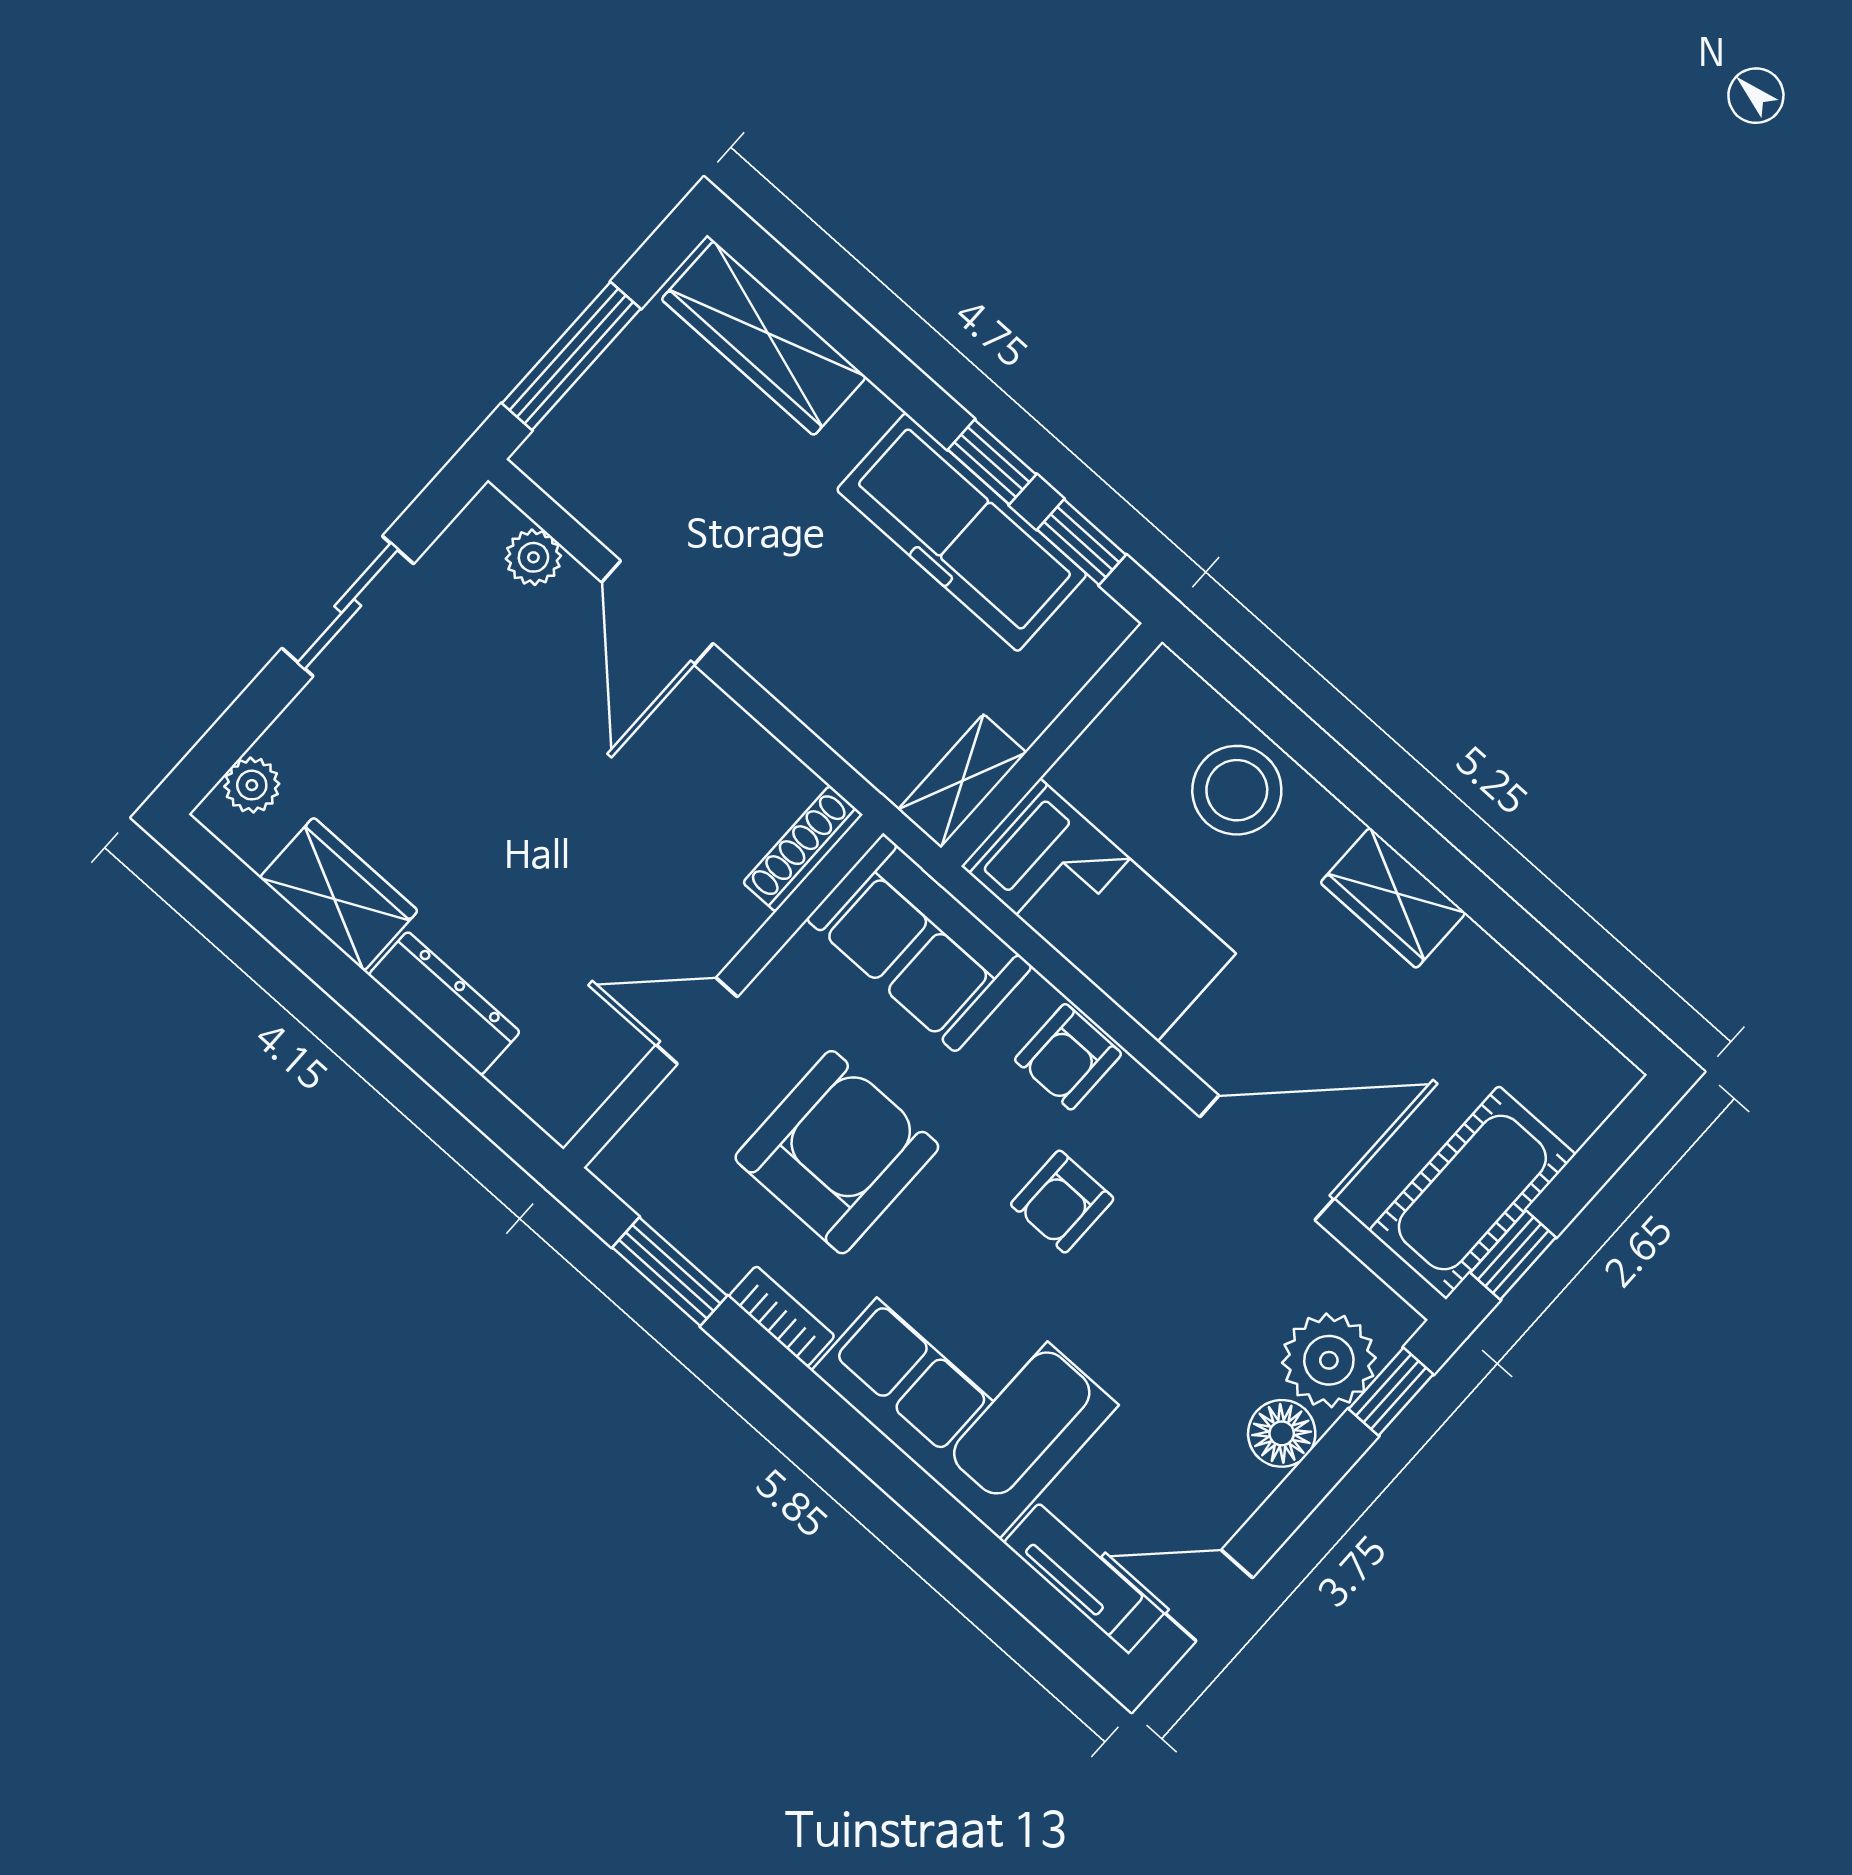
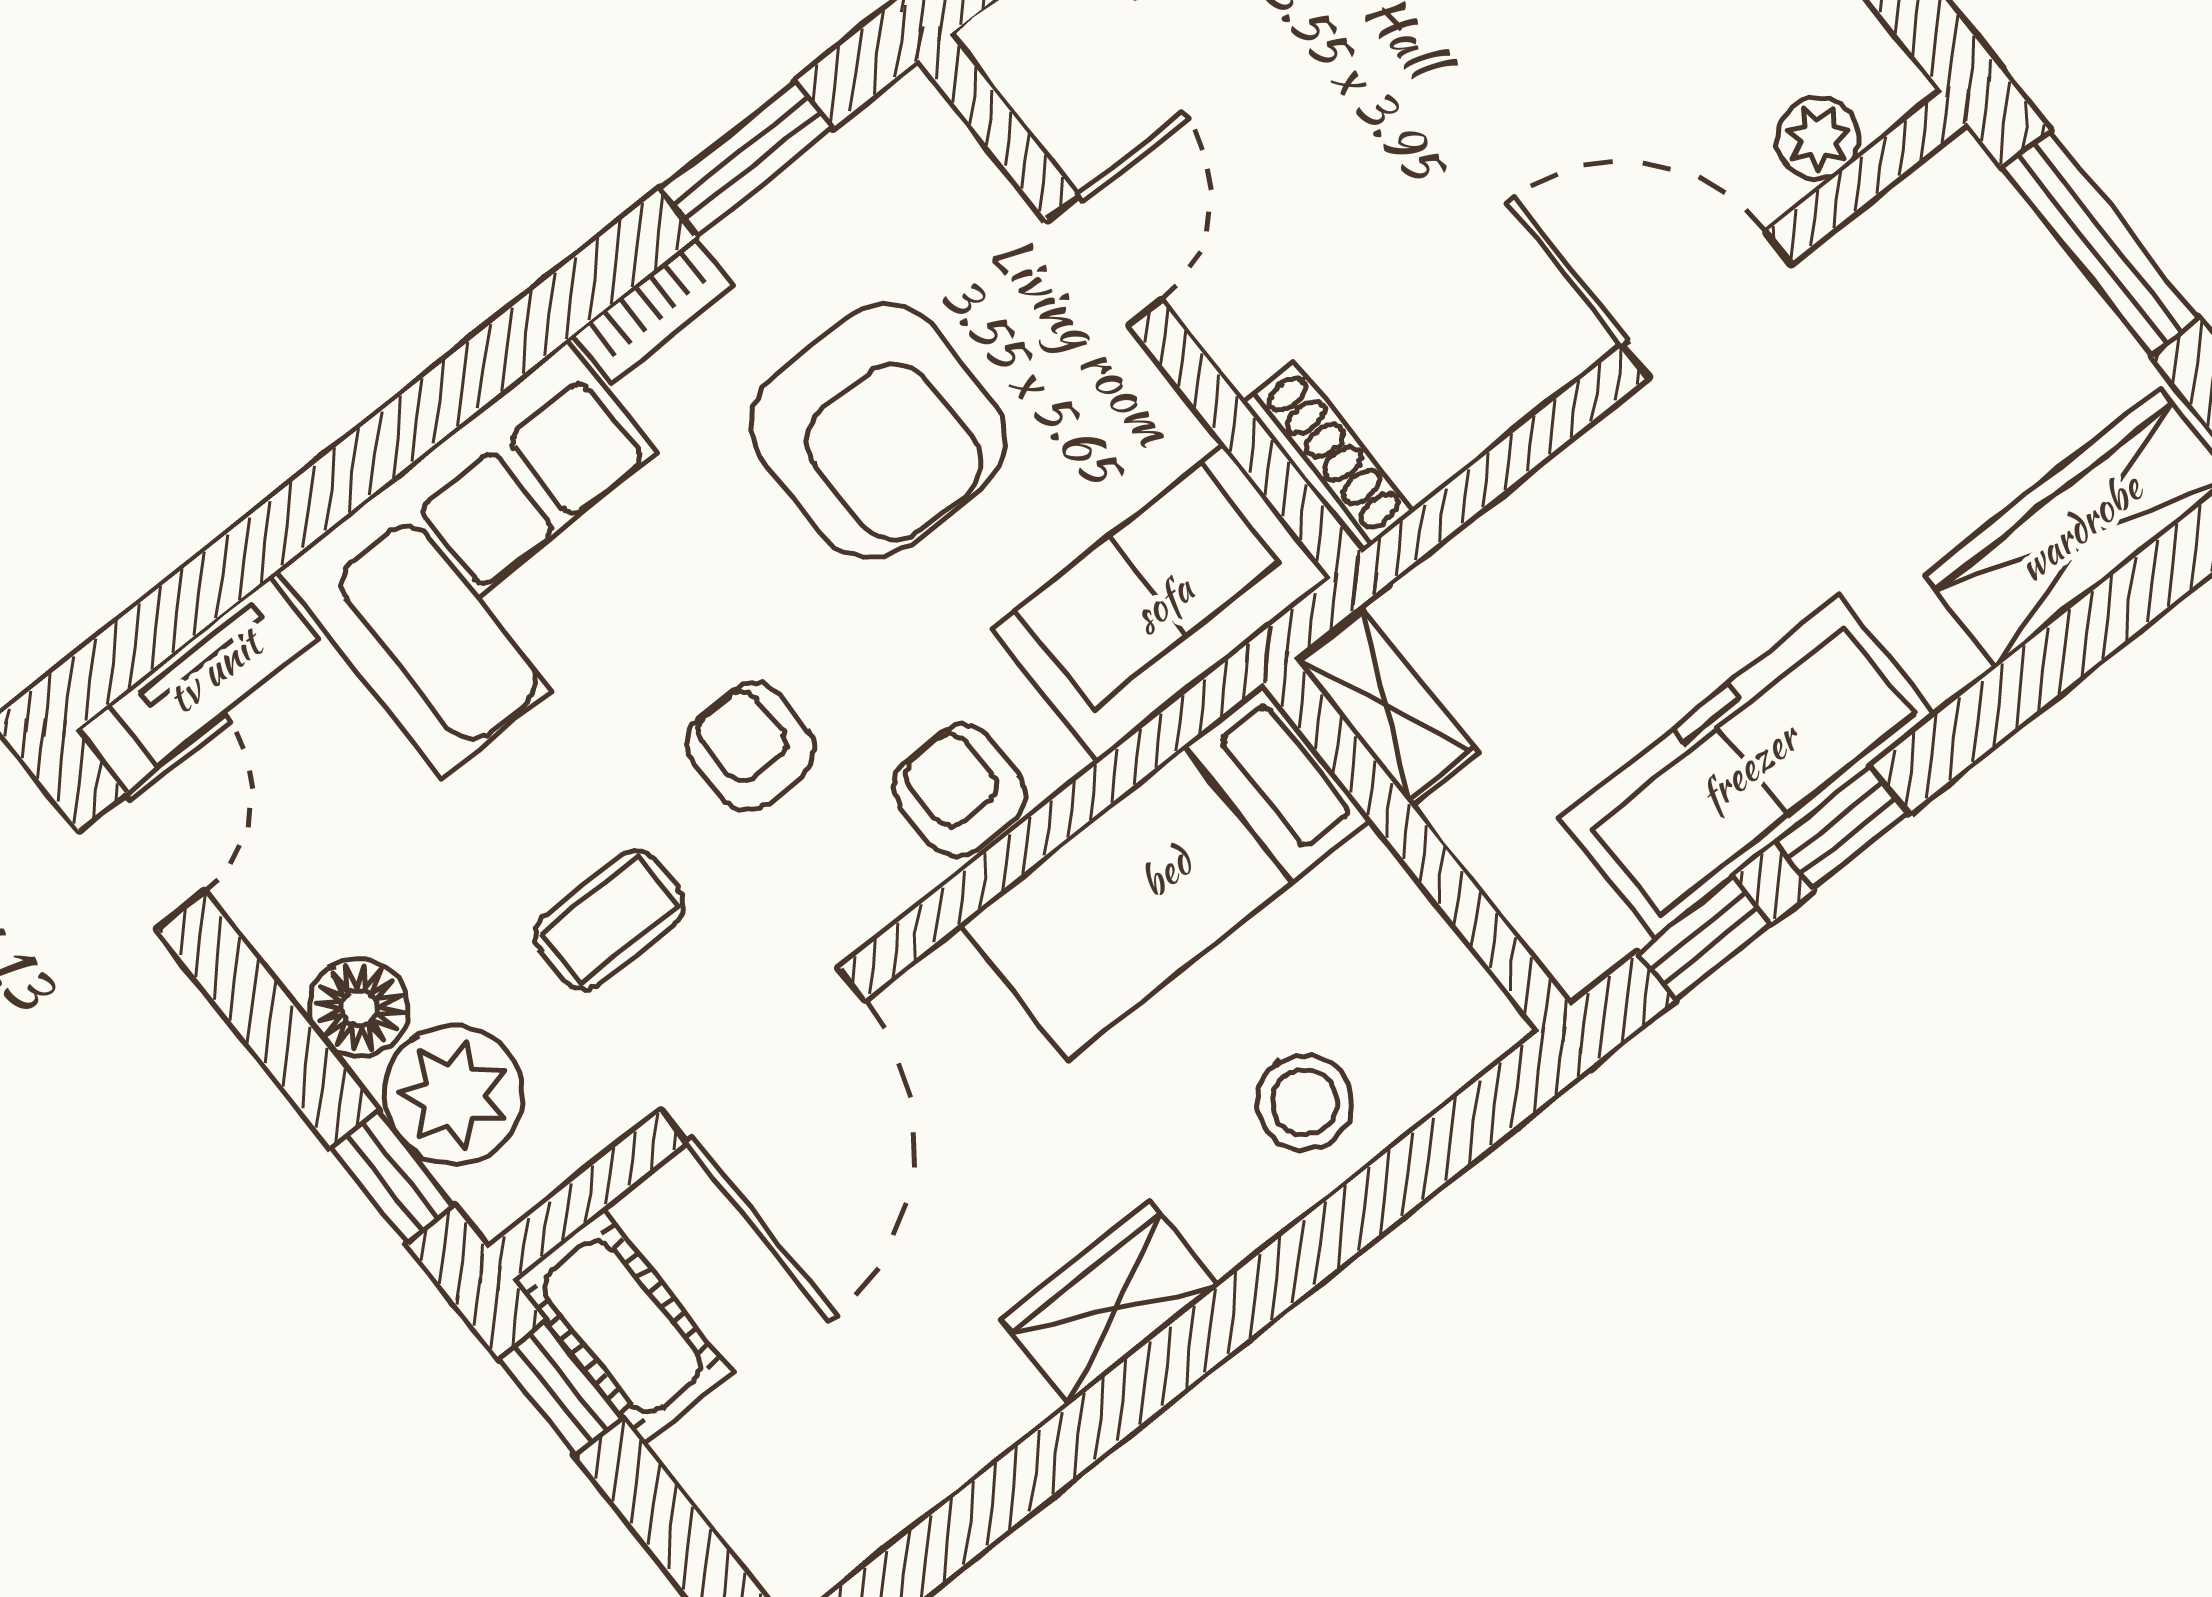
stool: (1237, 790) -> (1305, 1102), width x0.73, depth x0.73
cot: (1472, 1192) -> (622, 1326), width x0.73, depth x0.75
coffee table: (1194, 1276) -> (609, 920), added

